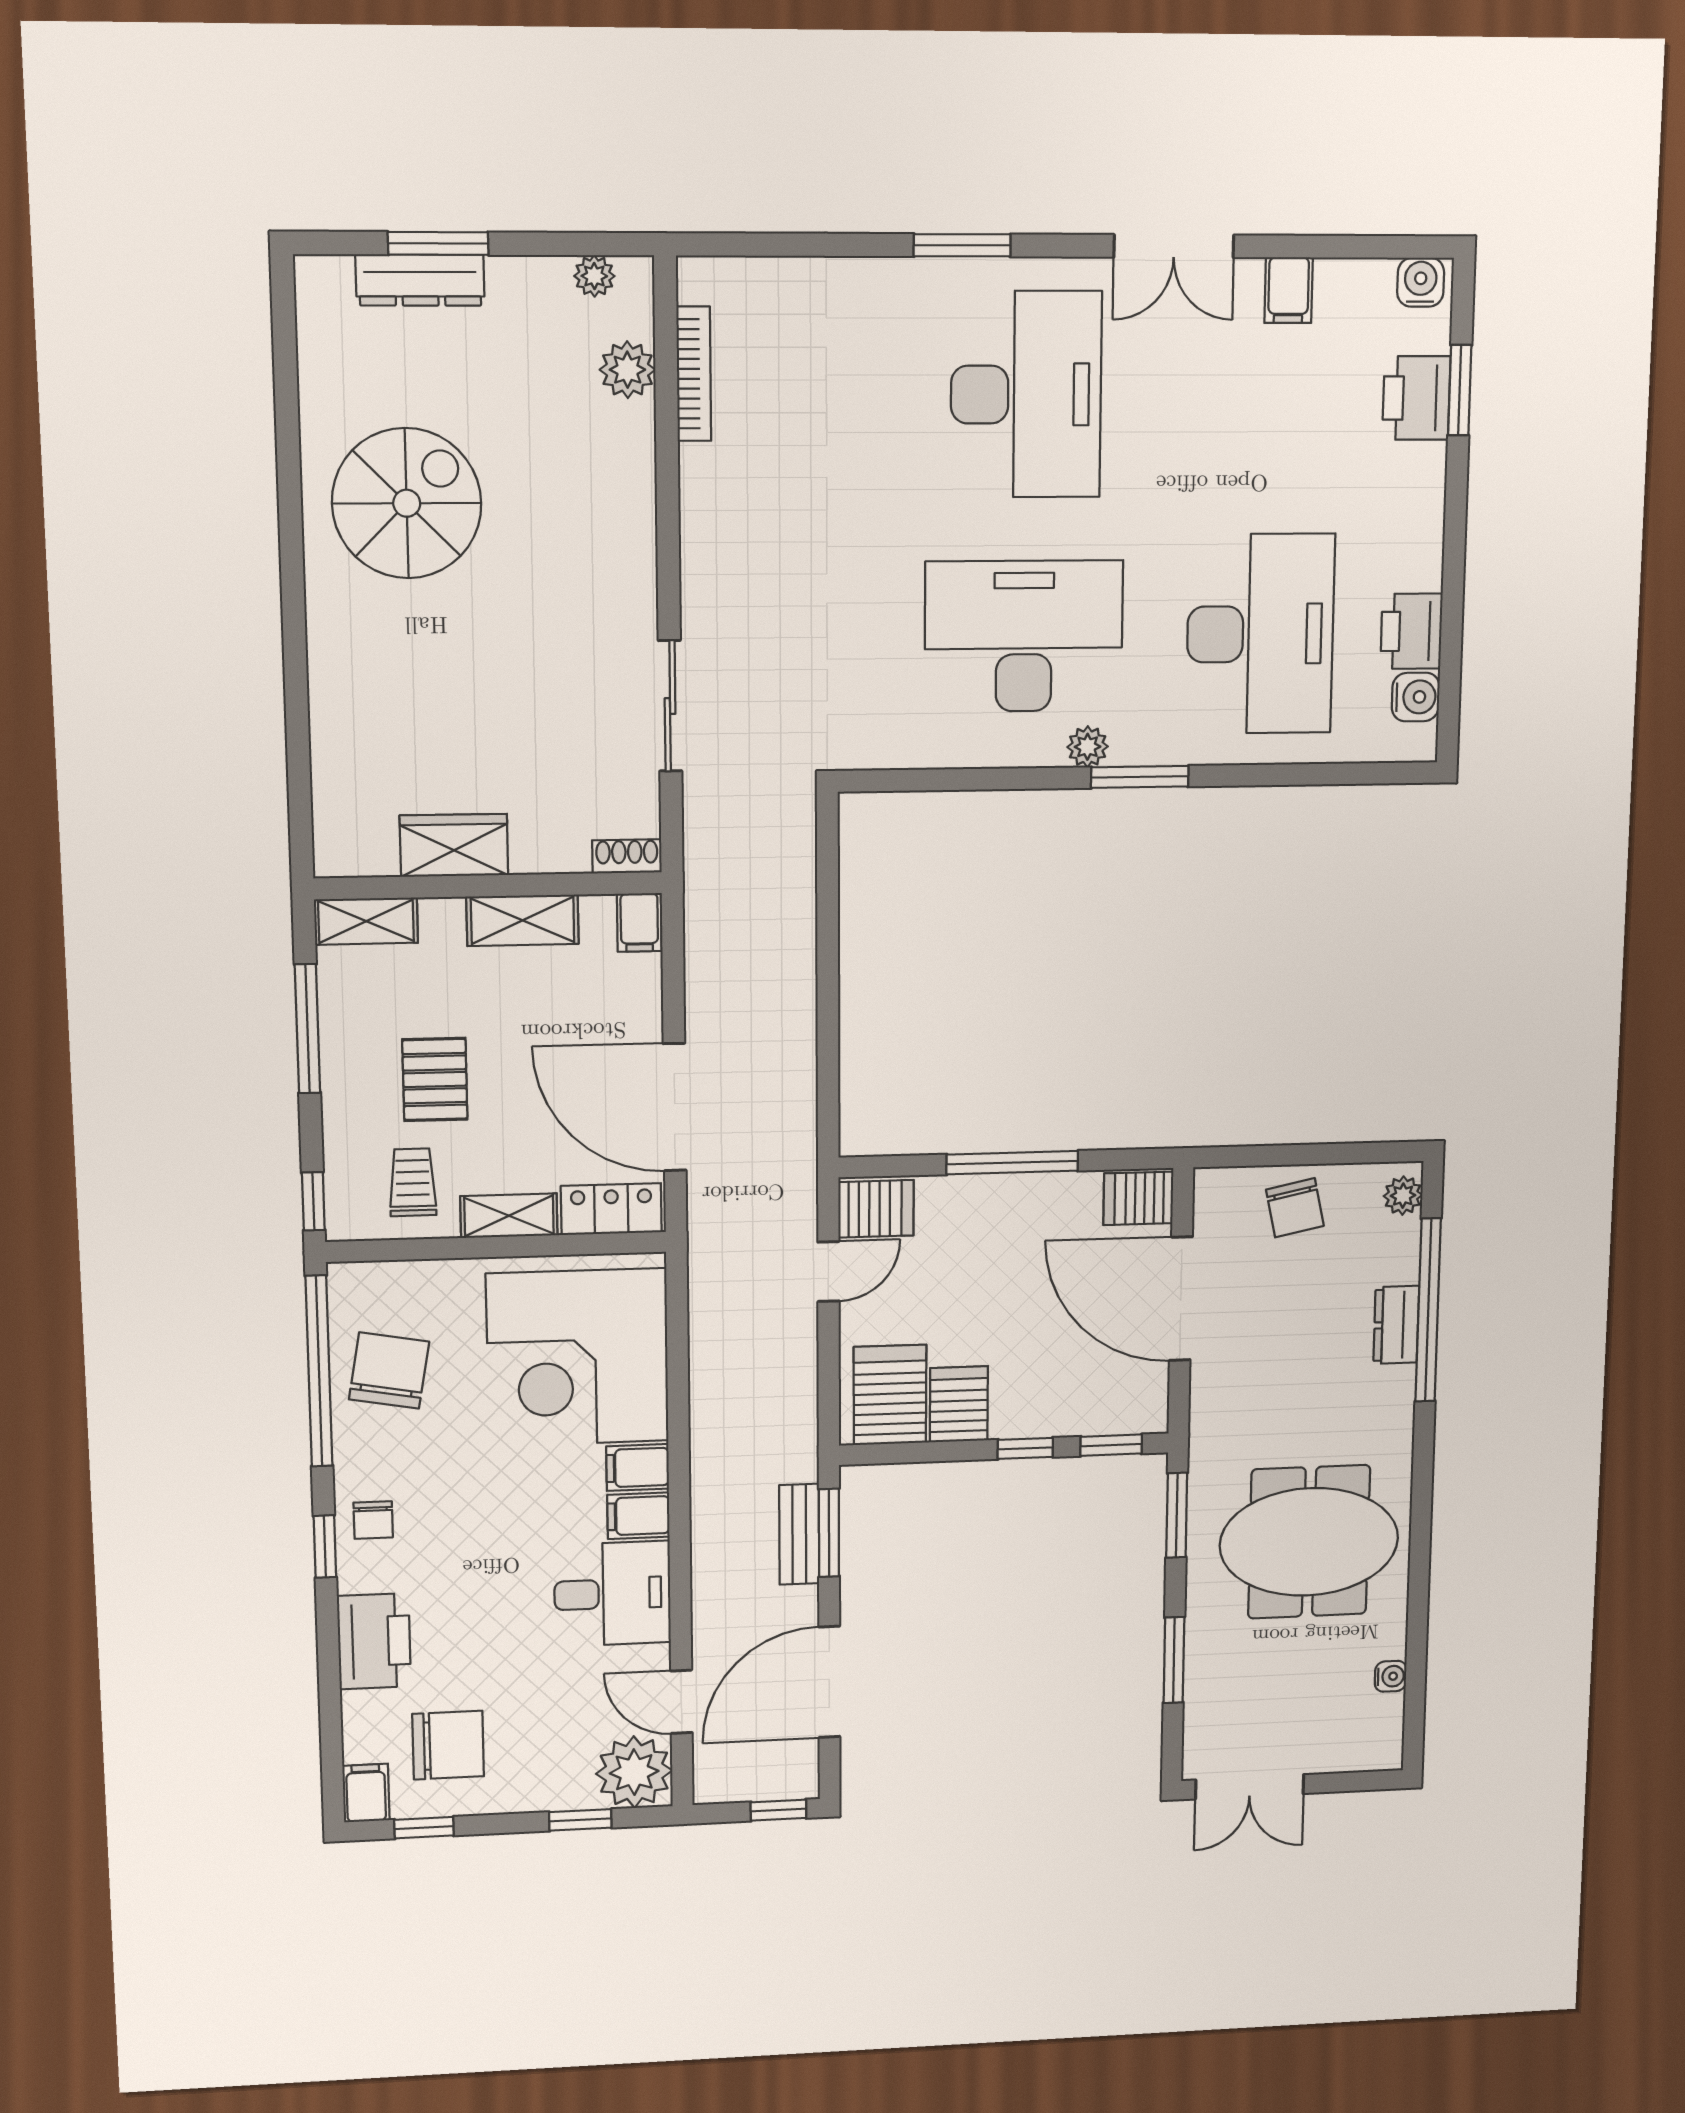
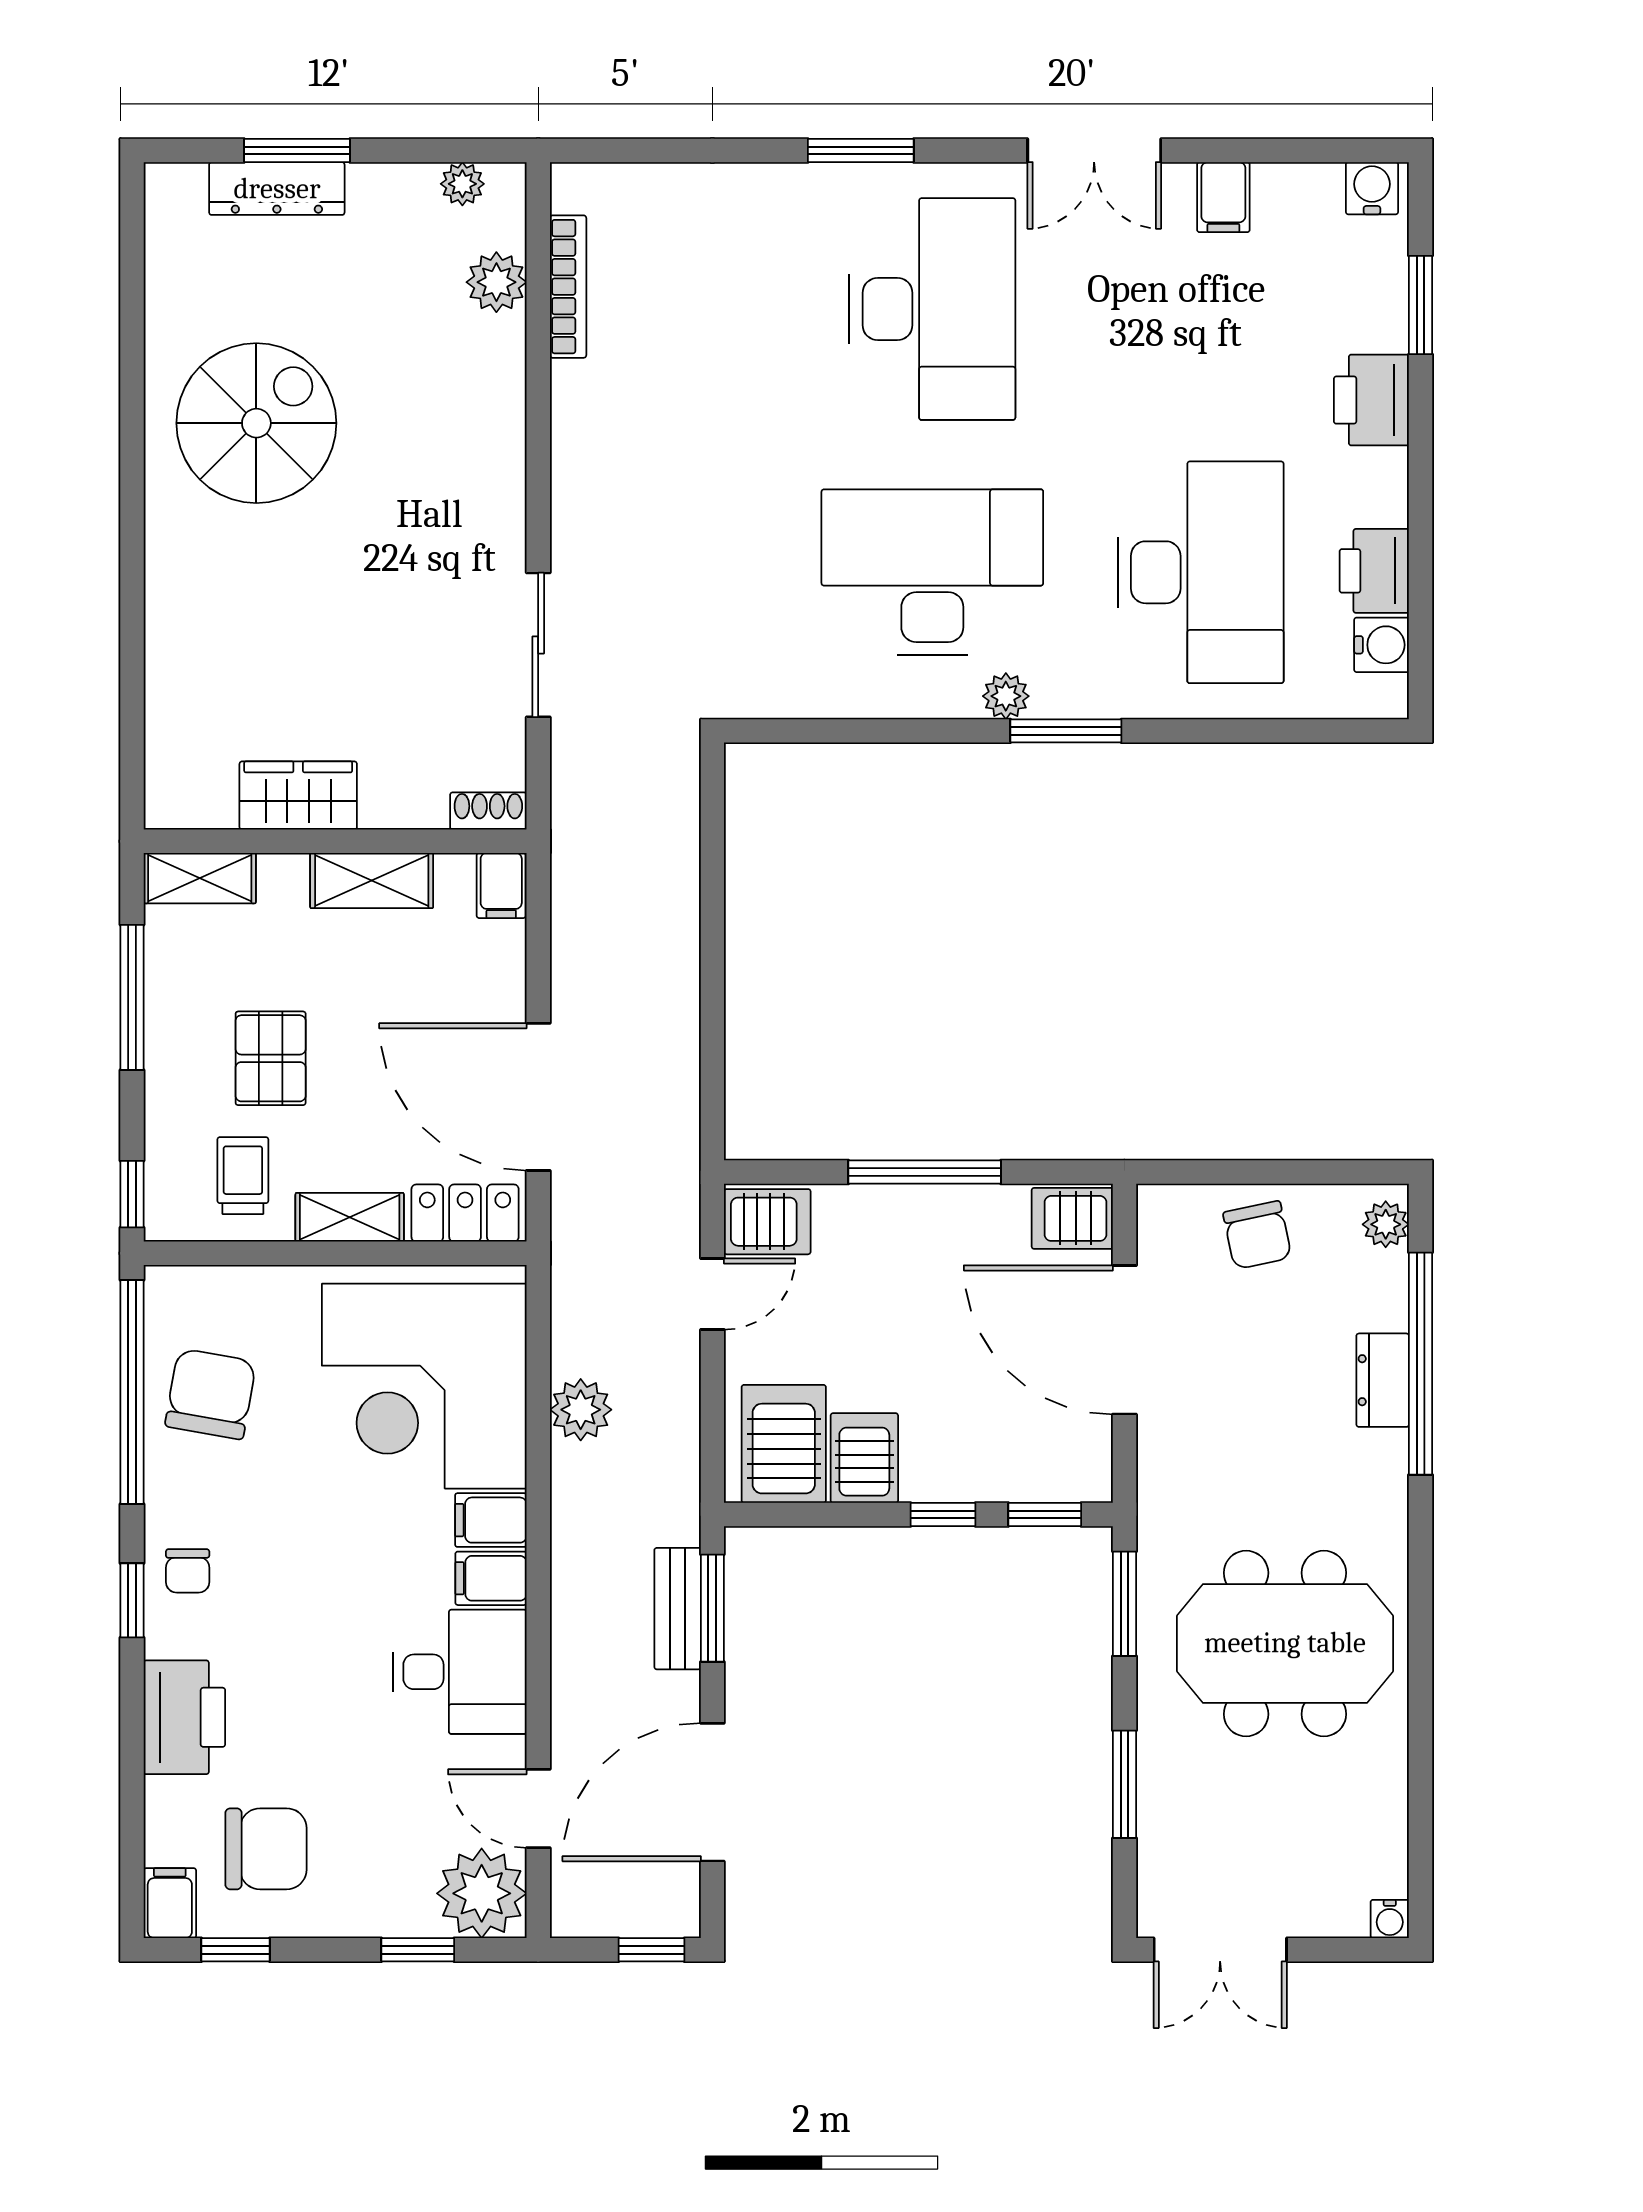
printer: (1416, 398) -> (1371, 400), moved
plant: (715, 1373) -> (581, 1410), added
water cooler: (1391, 1676) -> (1390, 1919), moved, turned 90

